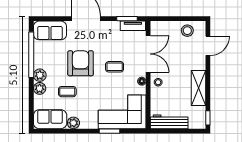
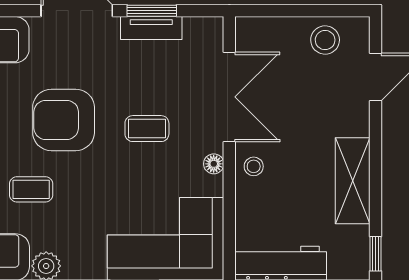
window: (127, 19) -> (152, 11), moved
tv unit: (133, 26) -> (151, 28), moved
armchair: (81, 63) -> (64, 120), turned -90

